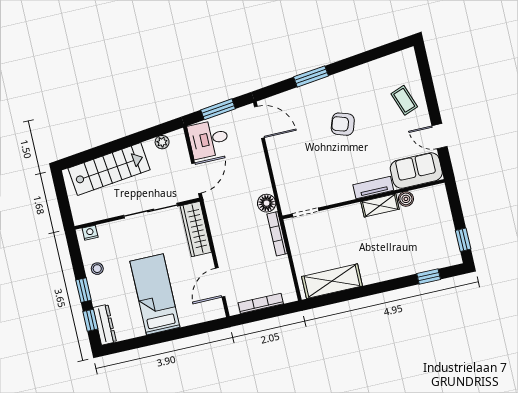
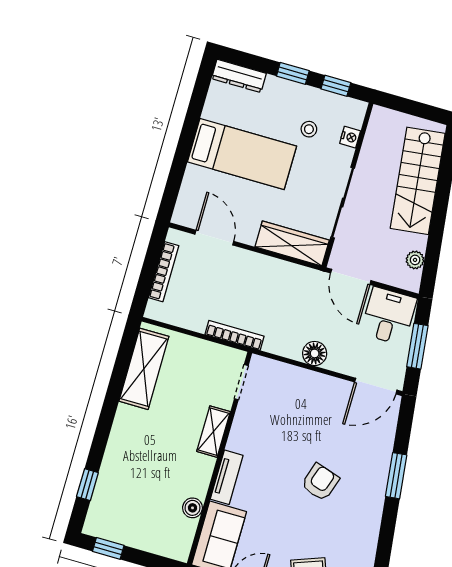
floor lamp: (267, 203) -> (315, 353), moved
shelving: (380, 205) -> (213, 432), moved
nightstand: (90, 233) -> (350, 137), moved
stool: (97, 269) -> (309, 129), moved
window: (90, 320) -> (336, 86), moved

